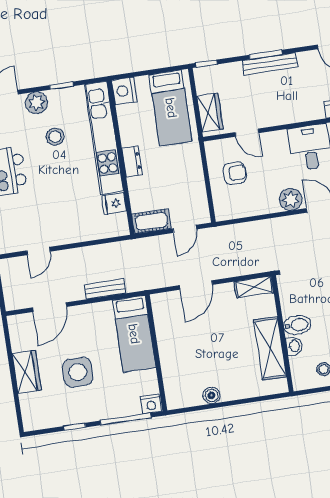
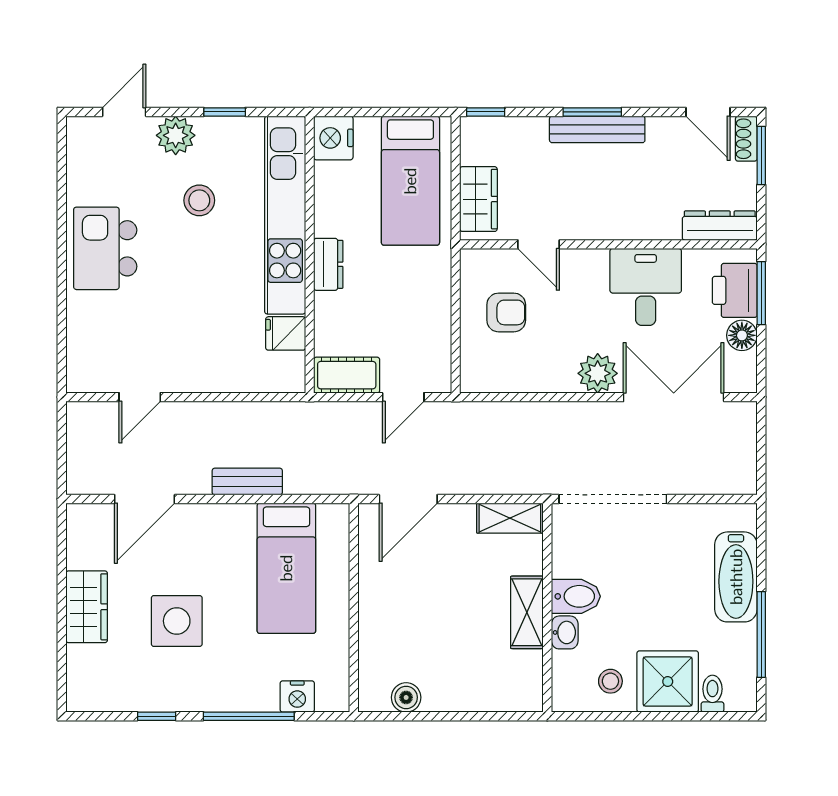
shelving: (270, 348) -> (527, 612), width x0.67, depth x0.75
wall: (156, 353) -> (354, 608), moved

